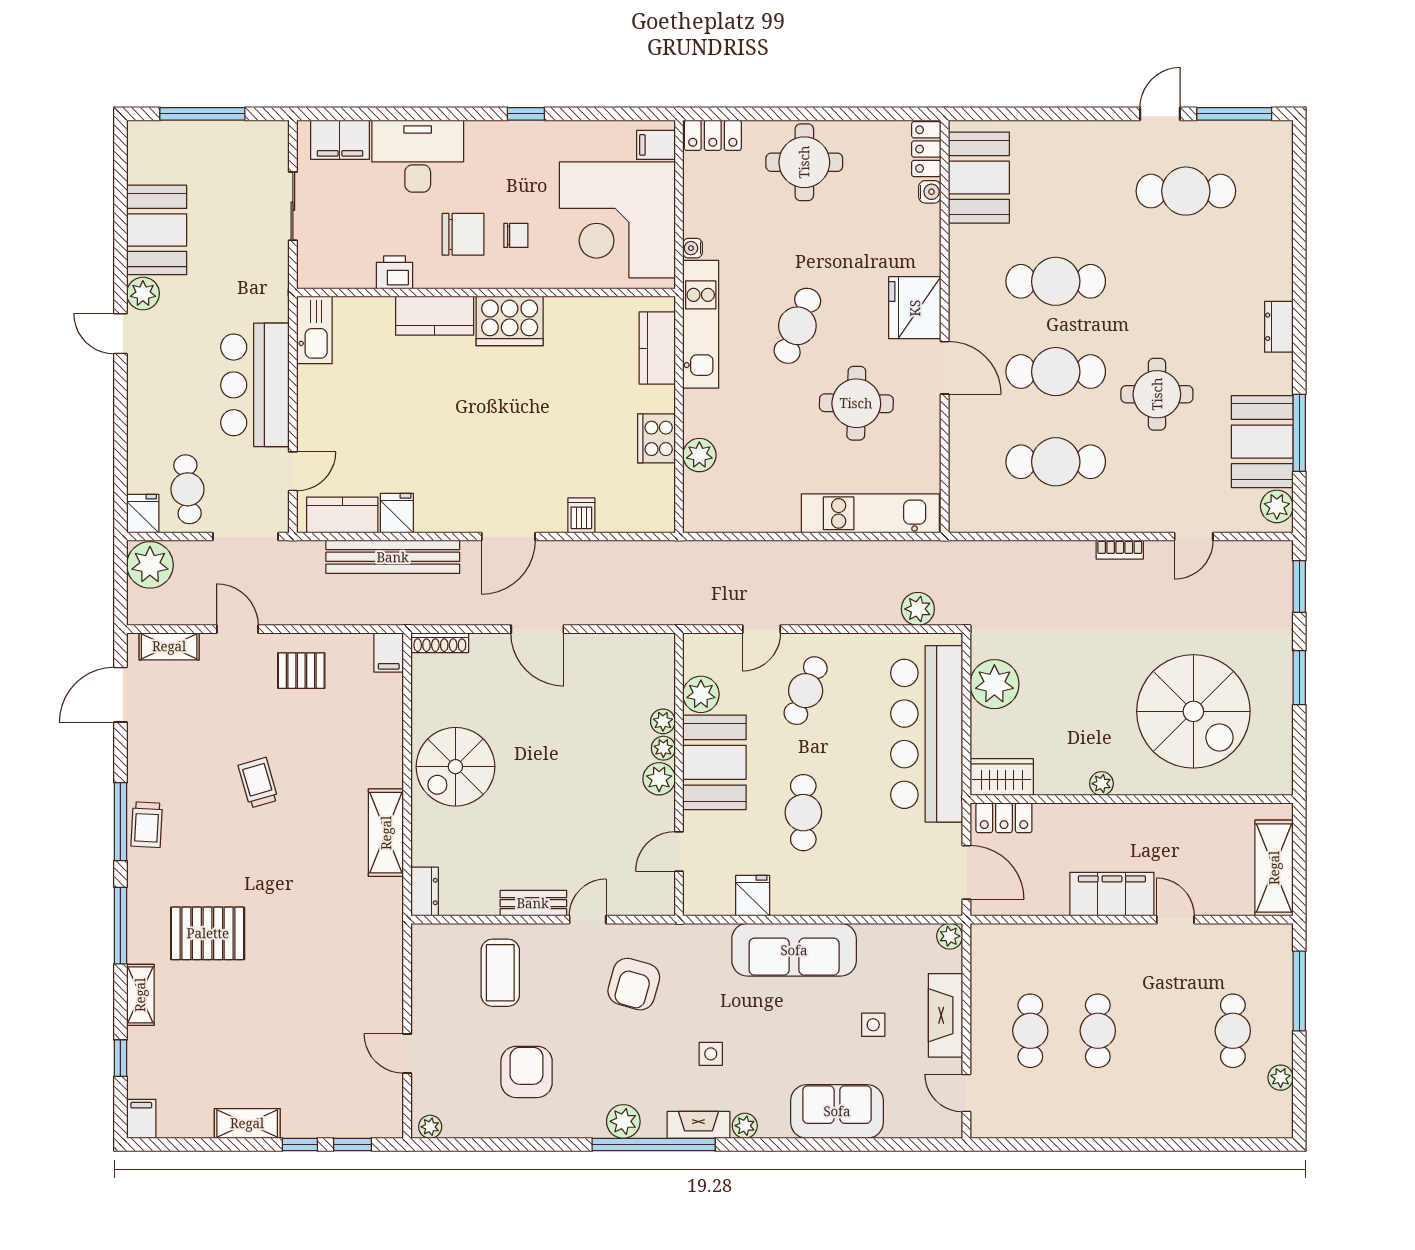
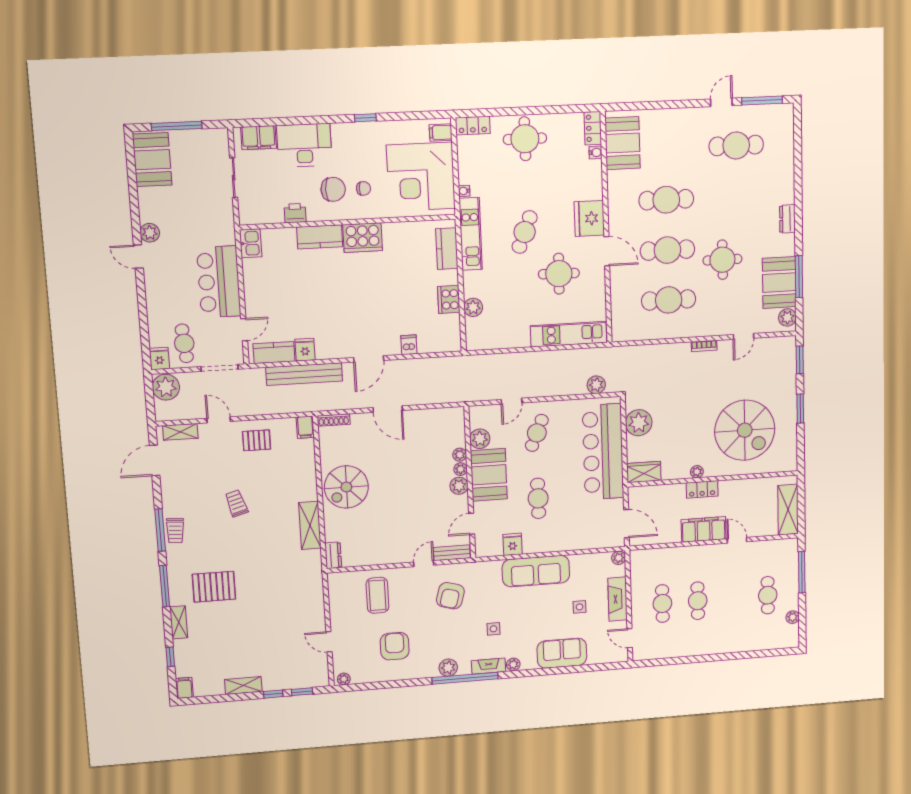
booth: (157, 230) -> (152, 160), moved
kitchen sink: (314, 330) -> (251, 243), width x0.73
locker: (1004, 818) -> (702, 489), moved
bench: (533, 903) -> (452, 553), moved

